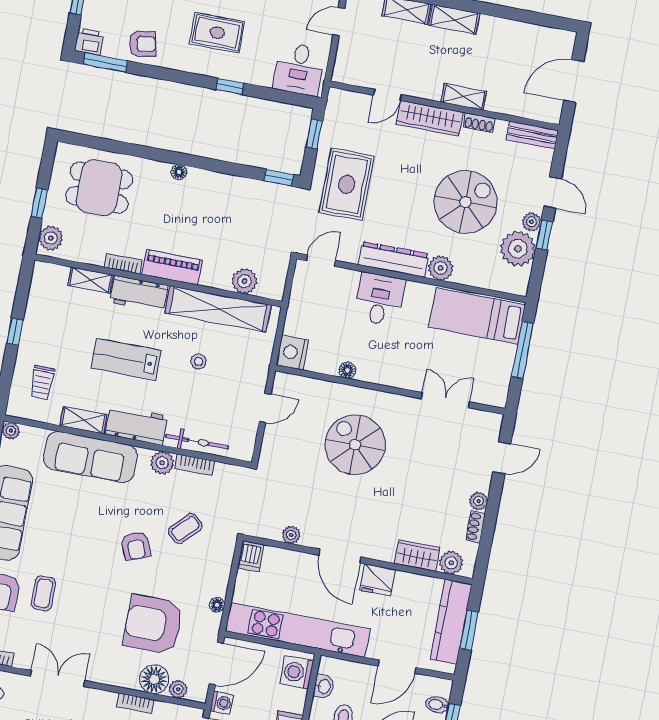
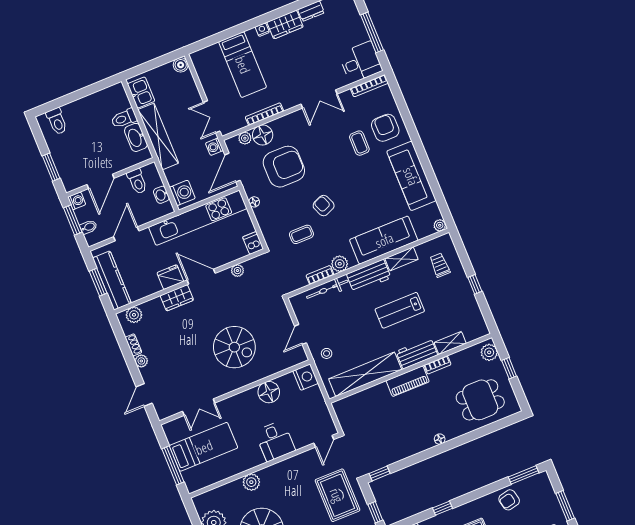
printer: (89, 42) -> (541, 481), removed
dresser: (394, 259) -> (282, 469), removed
plant: (245, 281) -> (360, 400), removed
bed: (477, 316) -> (204, 447), moved
lab bench: (126, 359) -> (400, 310), turned 180
stool: (198, 361) -> (327, 353), moved
floor lamp: (347, 370) -> (269, 392), width x1.89, depth x1.89
coffee table: (185, 528) -> (301, 234), turned 46
wardrobe: (417, 556) -> (177, 298), moved
bookcase: (136, 703) -> (264, 114), width x1.56

